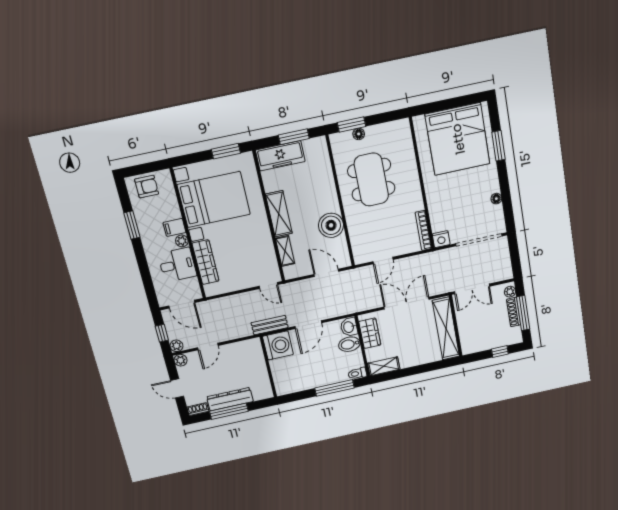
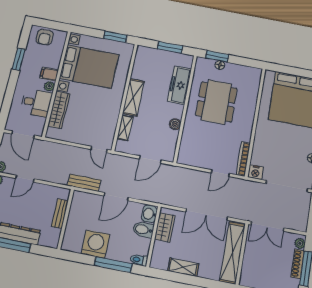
freezer: (280, 156) -> (179, 85), moved, turned 90
armchair: (147, 187) -> (45, 37), turned 90
boiler: (331, 225) -> (175, 124), width x0.54, depth x0.54
door: (383, 261) -> (220, 173), moved
door: (326, 273) -> (150, 159), swing flipped
double door: (407, 303) -> (207, 214), swing flipped
washing machine: (278, 345) -> (96, 244), moved, turned -90
bench: (260, 364) -> (60, 214), added
shelving: (384, 366) -> (183, 267), moved

